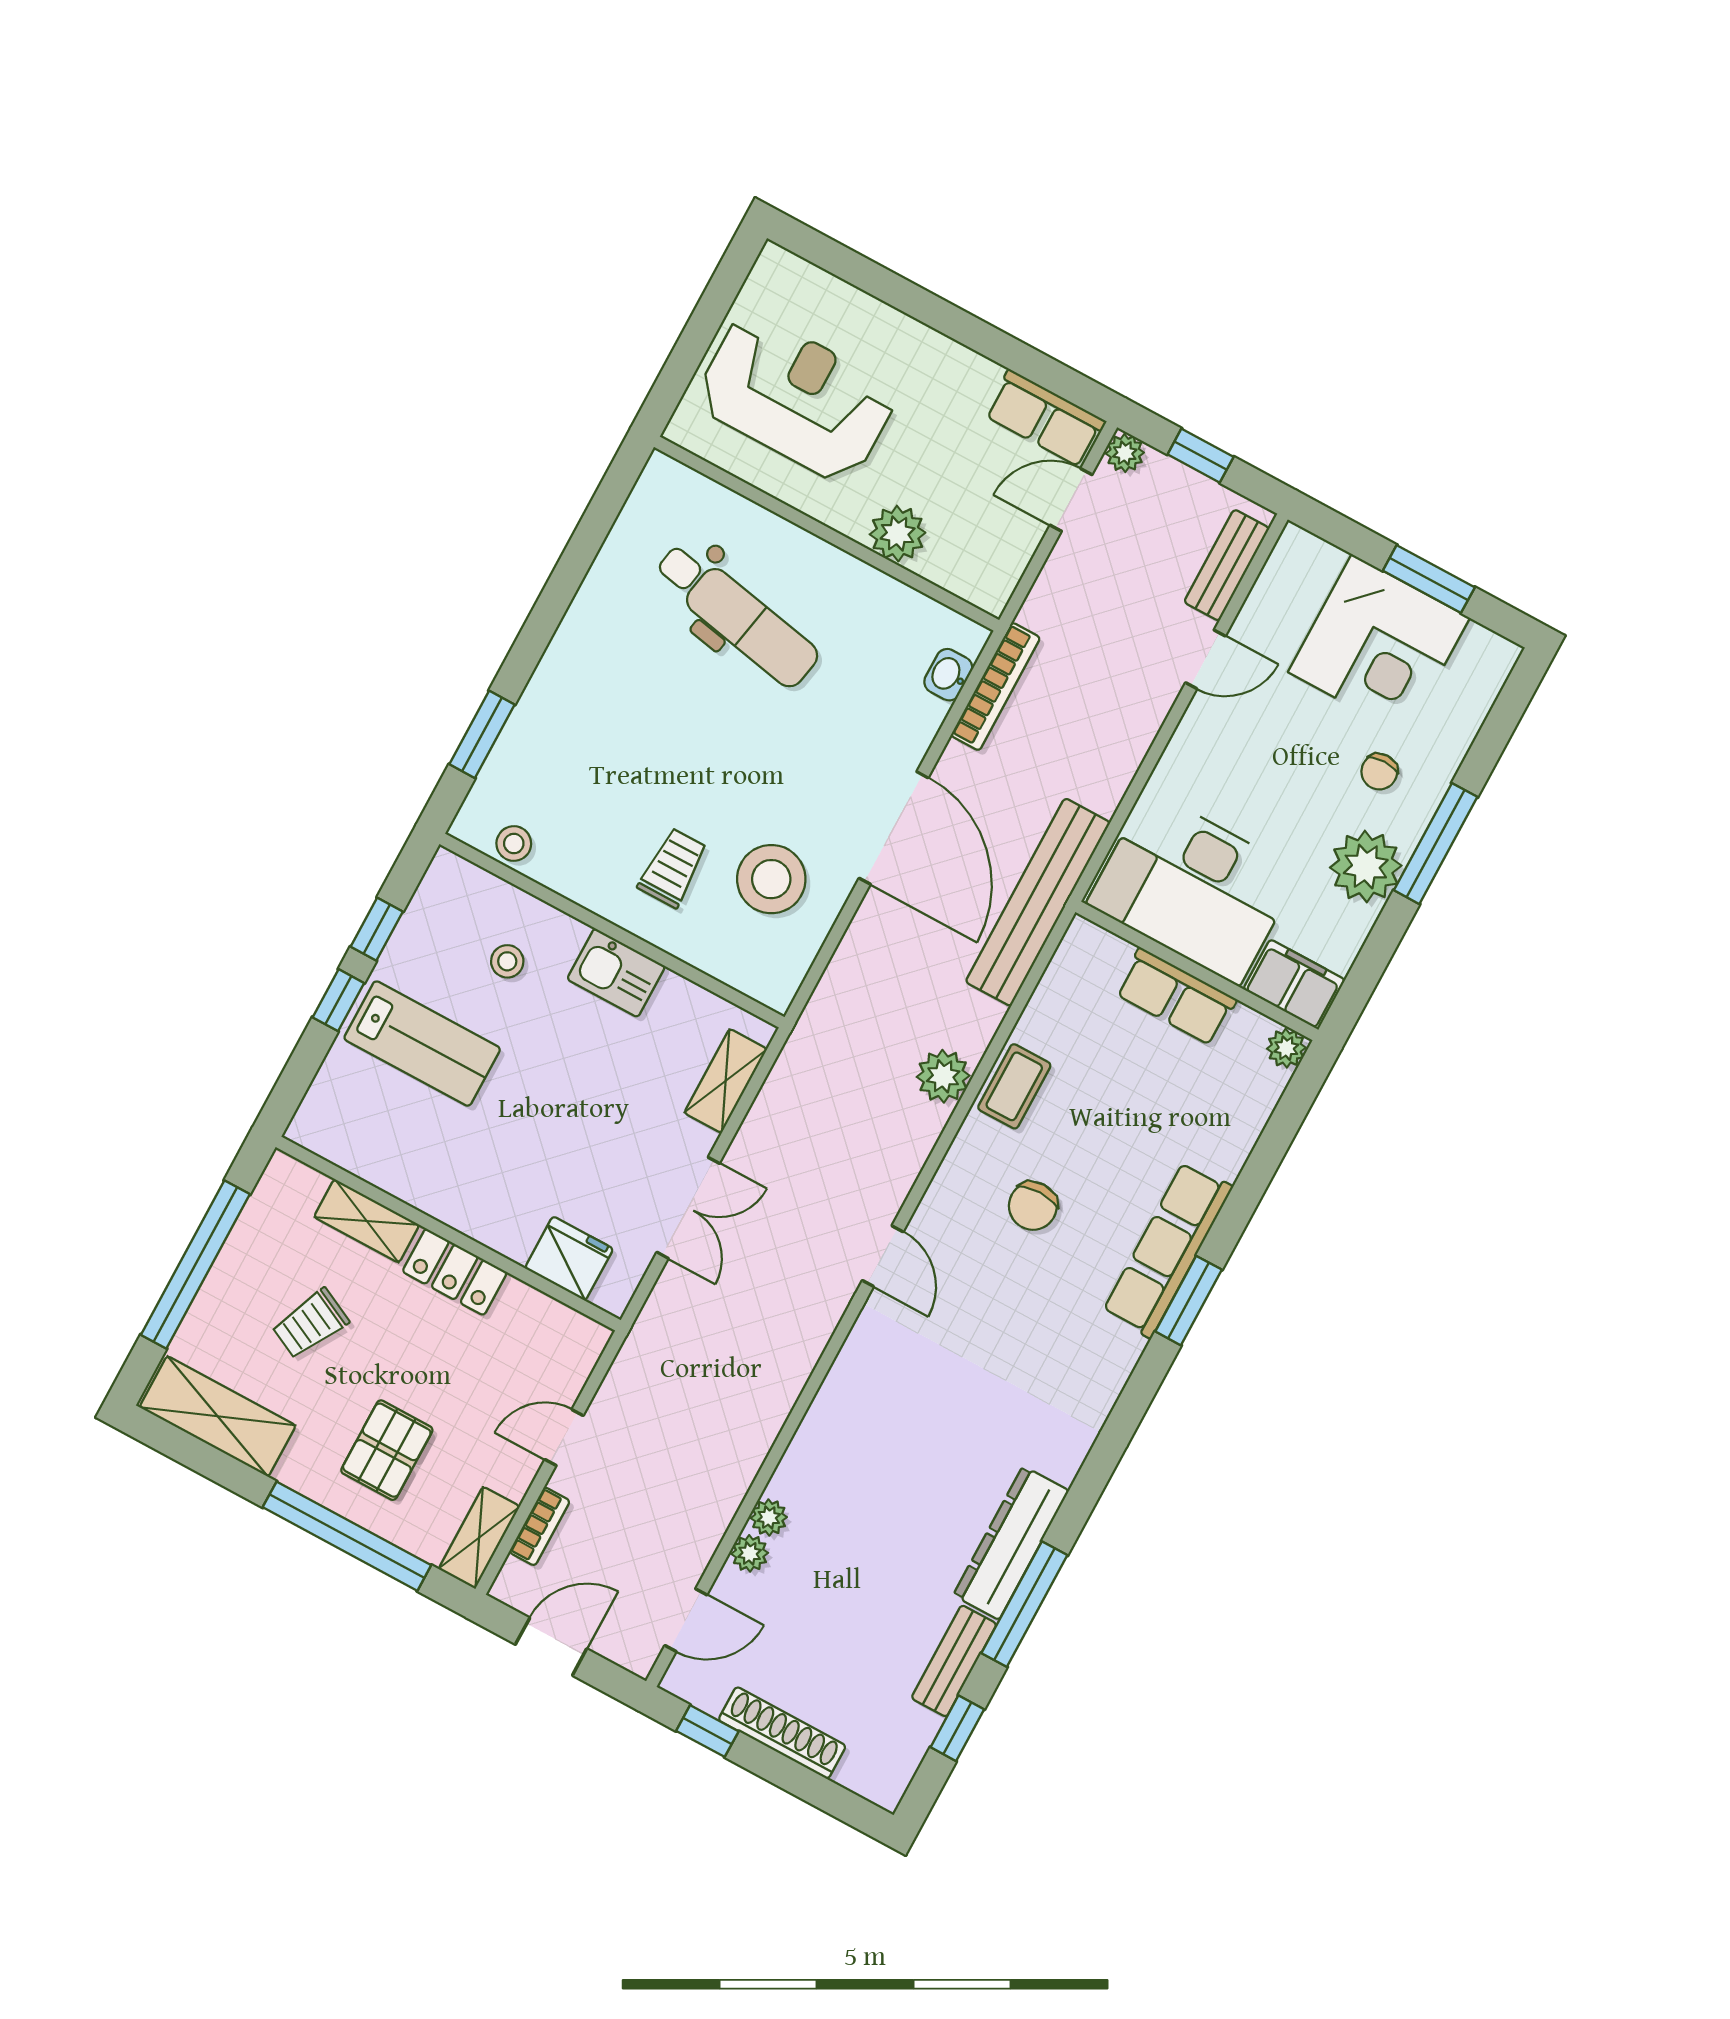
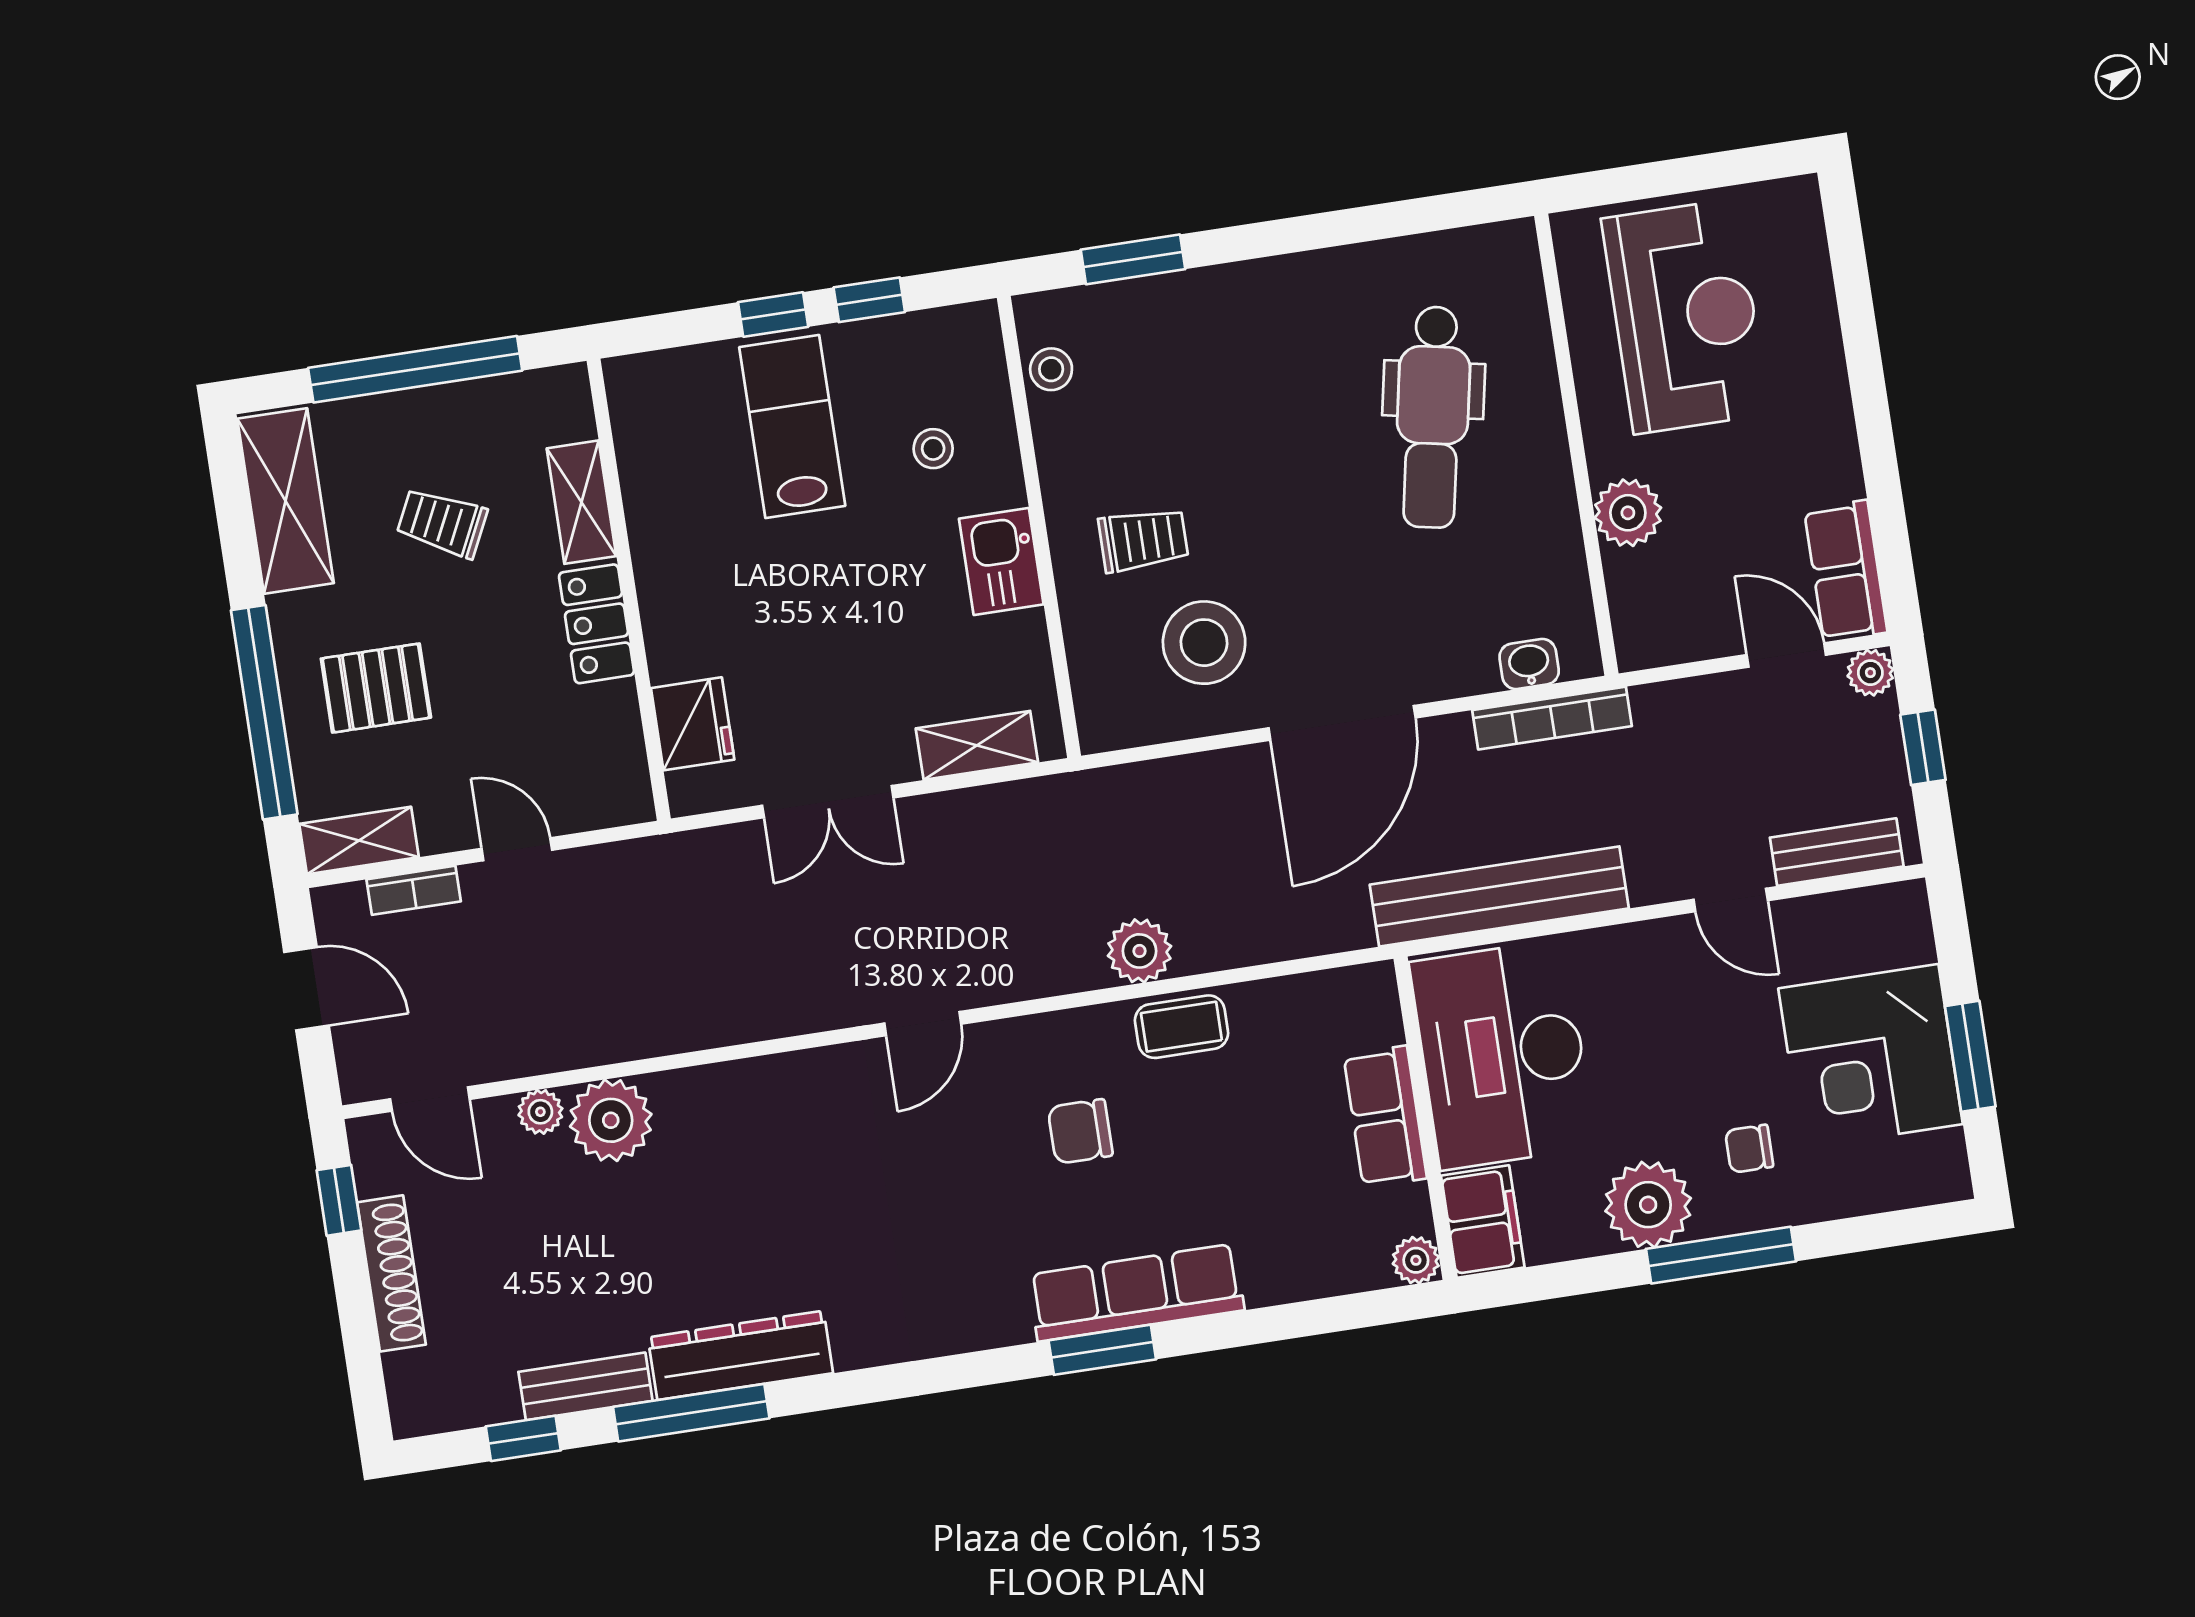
bench: (1038, 902) -> (1499, 897), moved
lab bench: (422, 1044) -> (792, 426), turned 180
plant: (769, 1518) -> (611, 1120), width x1.88, depth x1.88

